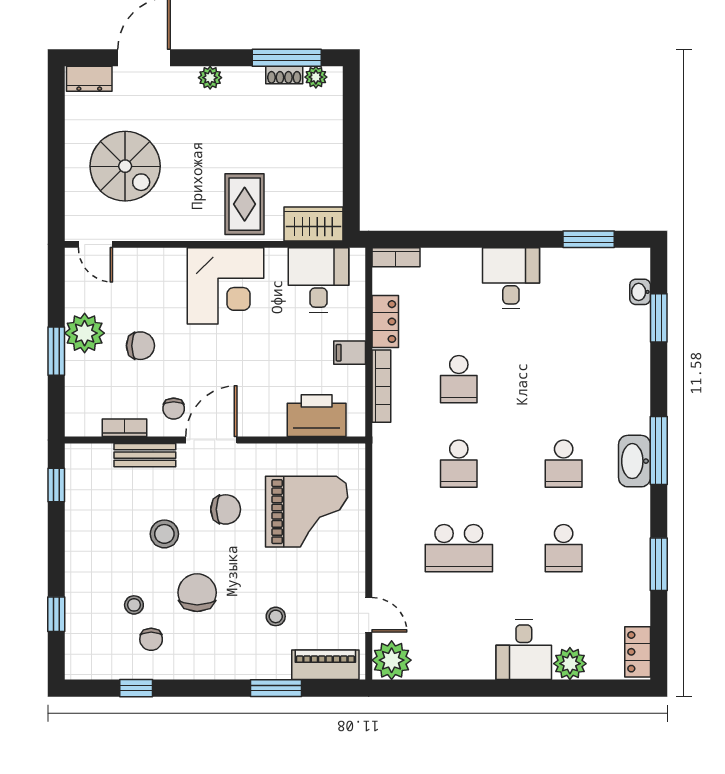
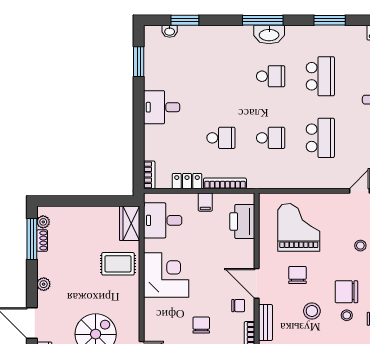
school desk: (564, 548) -> (320, 76), width x1.85
stool: (134, 605) -> (347, 315), moved

